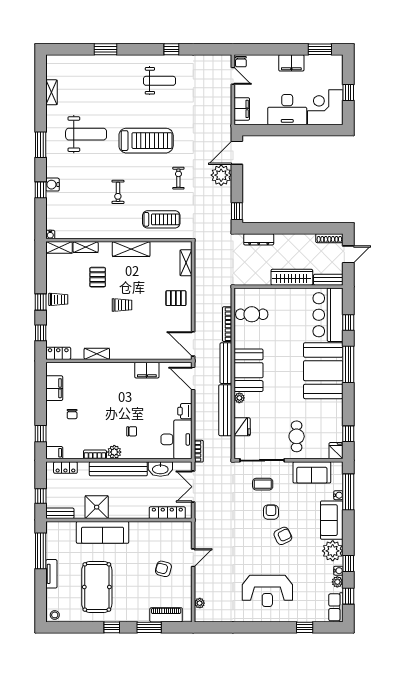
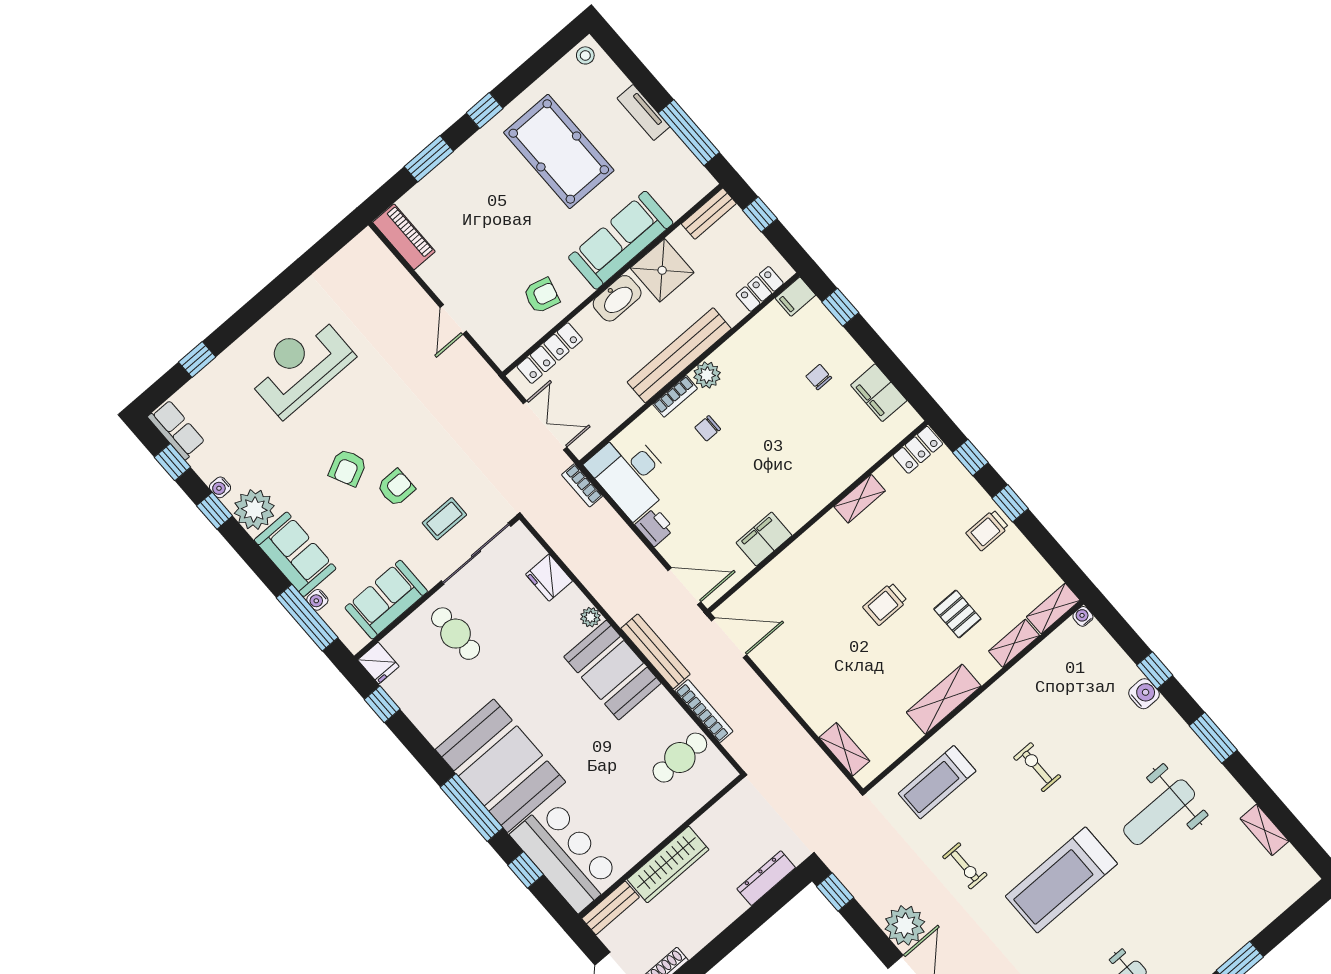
pallet: (176, 298) -> (814, 684), removed
bench: (225, 410) -> (596, 580), removed
bookcase: (95, 454) -> (675, 396), moved
washbasin: (160, 469) -> (617, 298), moved, turned 180
armchair: (271, 512) -> (396, 488), turned -90
armchair: (163, 569) -> (542, 296), moved
plant: (337, 582) -> (207, 470), removed
plant: (200, 603) -> (385, 260), removed
piano: (166, 615) -> (404, 237), moved, turned -90

